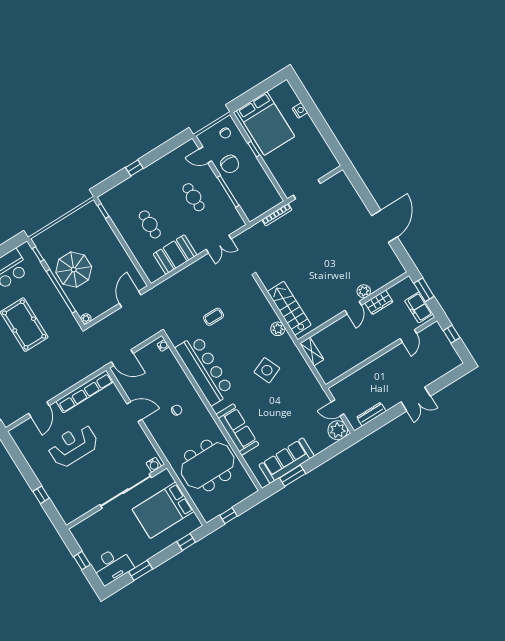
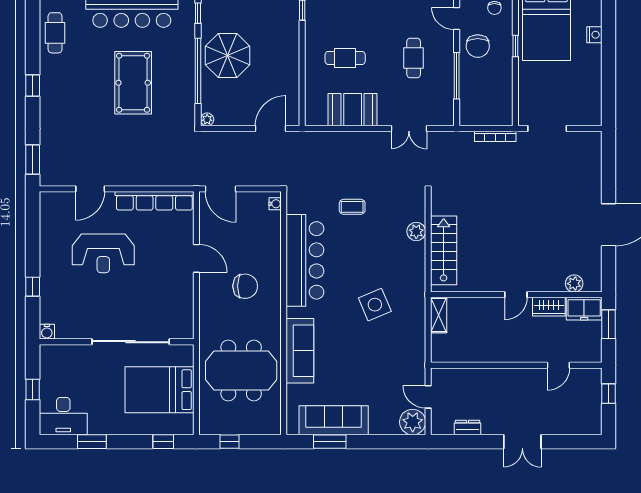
cafe table: (150, 224) -> (345, 58), turned 90
plant: (364, 291) -> (574, 284), moved
freezer: (419, 307) -> (584, 309), moved, turned -90
plant: (278, 329) -> (416, 232), moved
chair: (177, 410) -> (245, 286), width x1.87, depth x1.87
dresser: (371, 414) -> (468, 428), width x0.70
reception desk: (73, 445) -> (103, 253), turned 180
water cooler: (154, 465) -> (47, 332), moved

